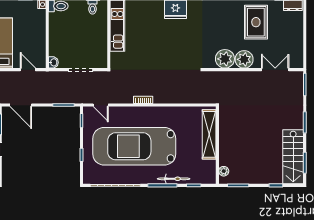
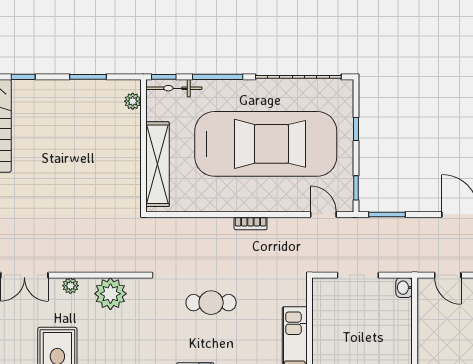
cafe table: (166, 54) -> (211, 303), added
plant: (244, 59) -> (70, 286), width x0.53, depth x0.53
shelving: (209, 134) -> (158, 164), moved
wall: (217, 145) -> (144, 146), moved
plant: (224, 171) -> (133, 101), moved
bicycle: (174, 179) -> (174, 88), moved

